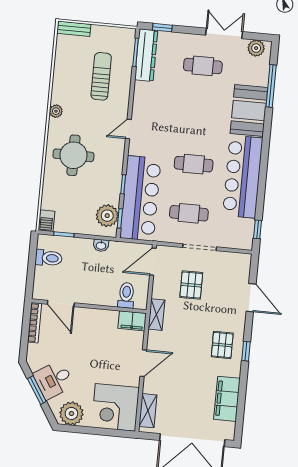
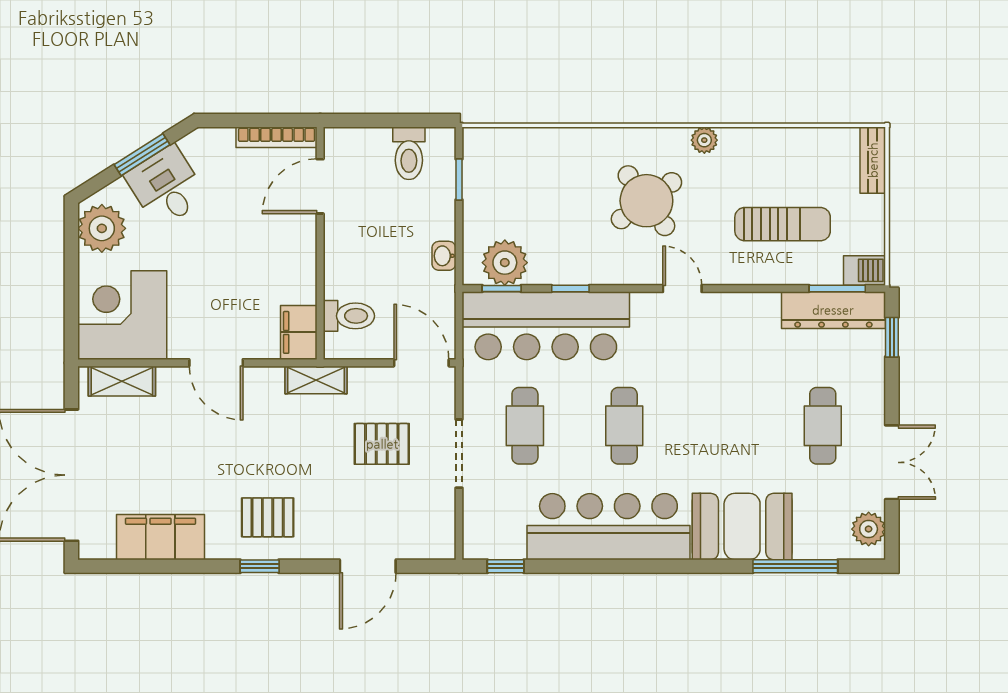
round table: (73, 155) -> (646, 201), moved, turned -36
barbecue: (46, 221) -> (864, 270), moved, turned 180

